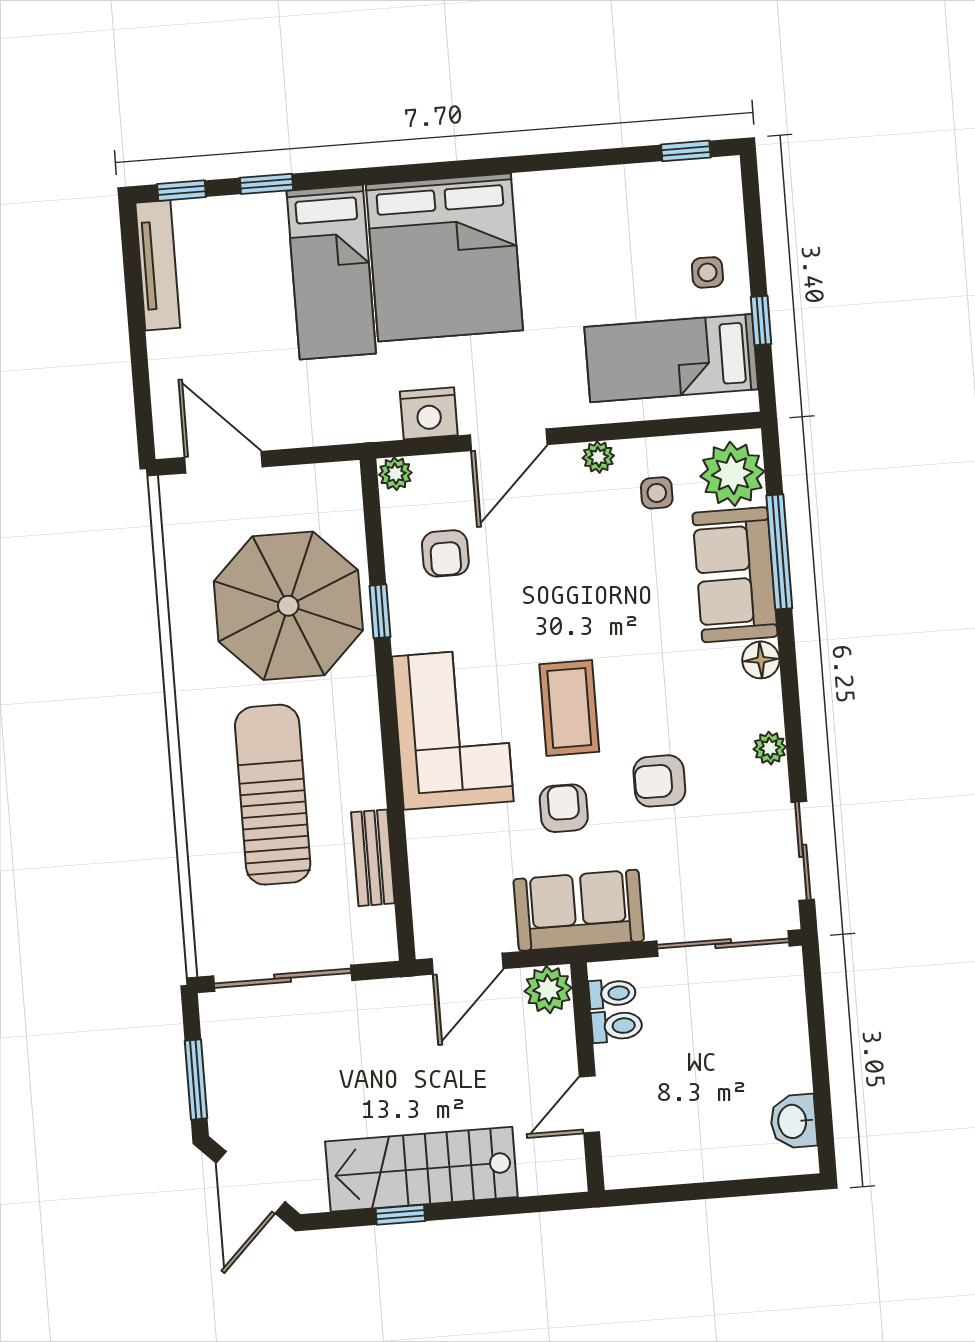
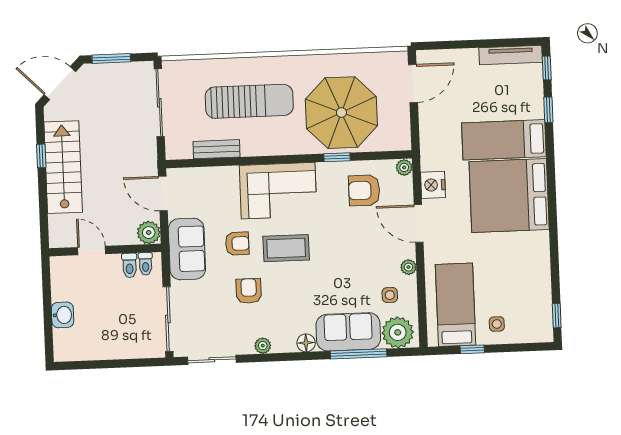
armchair: (445, 553) -> (364, 190), width x1.38, depth x1.38
washbasin: (793, 1121) -> (63, 315), moved, turned 90

